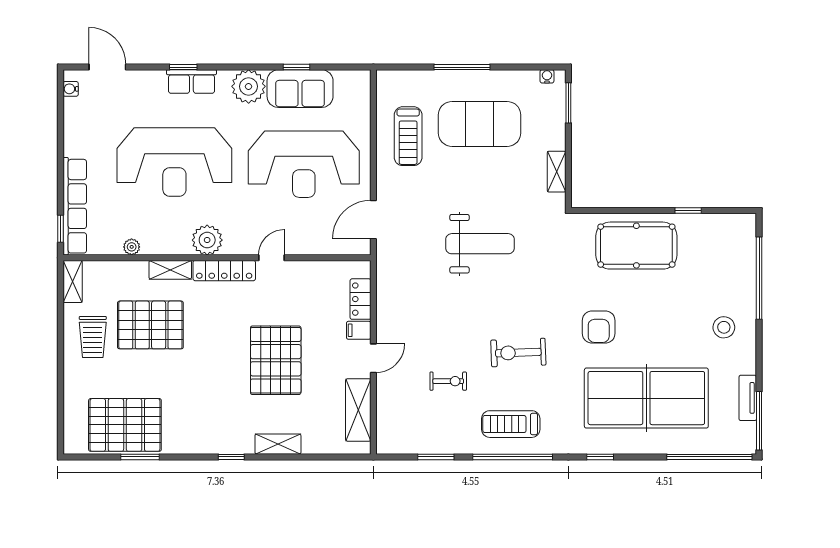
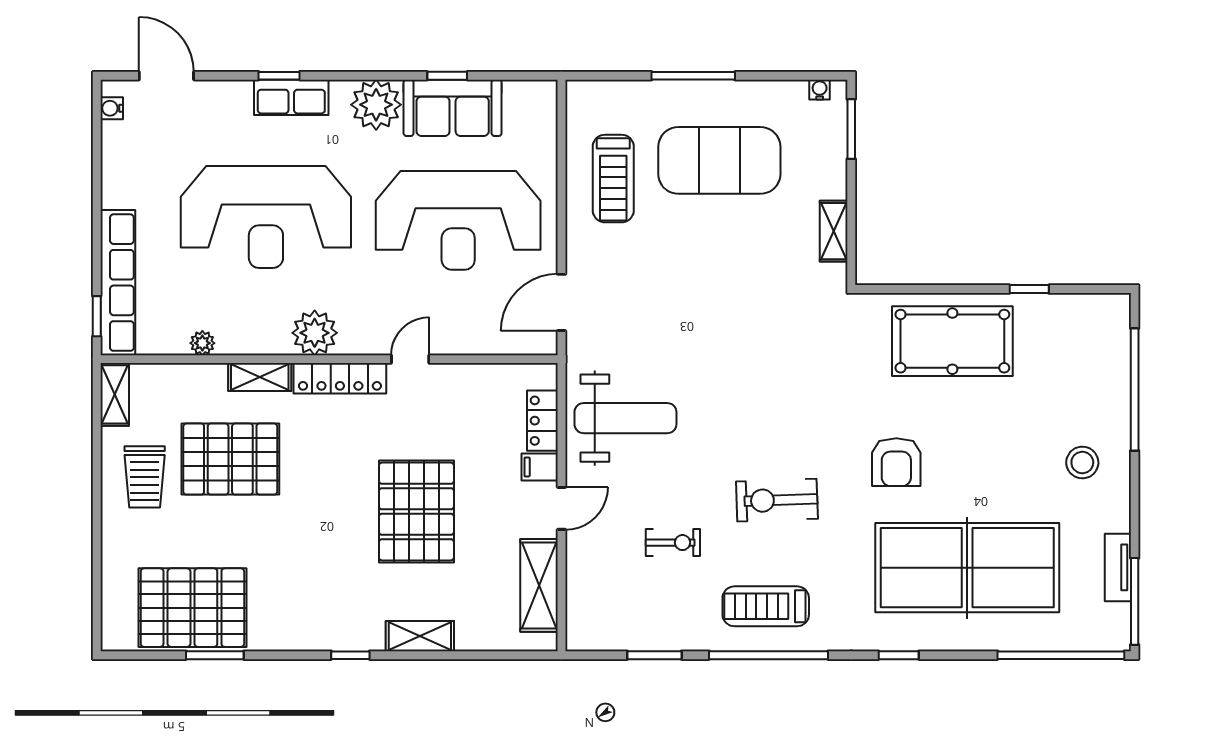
weight bench: (480, 244) -> (625, 418), moved

